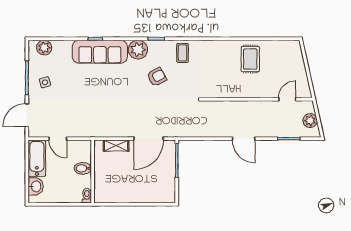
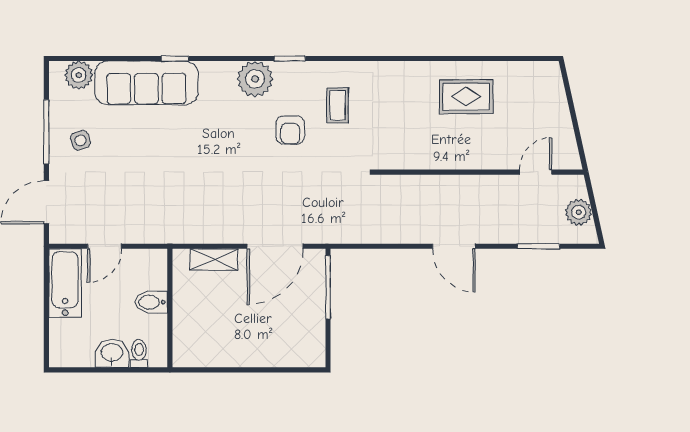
sofa: (100, 52) -> (146, 83), moved
coffee table: (183, 53) -> (338, 105), moved
rug: (250, 59) -> (466, 97), turned 90
armchair: (157, 77) -> (290, 130), turned 117
door: (58, 139) -> (104, 246), hinge flipped
washbasin: (36, 186) -> (112, 353), moved, turned -90
toilet: (87, 196) -> (139, 353), moved

